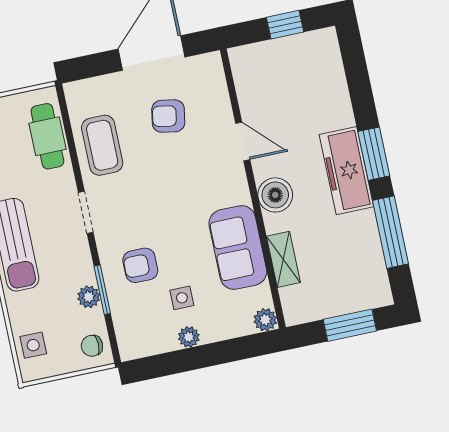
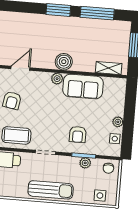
door: (243, 141) -> (20, 68), moved
freezer: (346, 171) -> (62, 25), removed
shelving: (283, 259) -> (109, 68), moved
side table: (182, 298) -> (115, 139), moved
plant: (265, 320) -> (57, 79), moved

